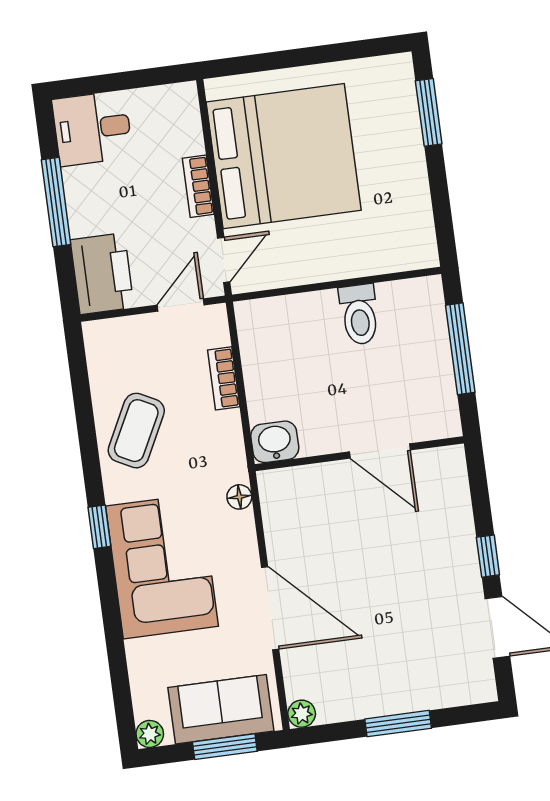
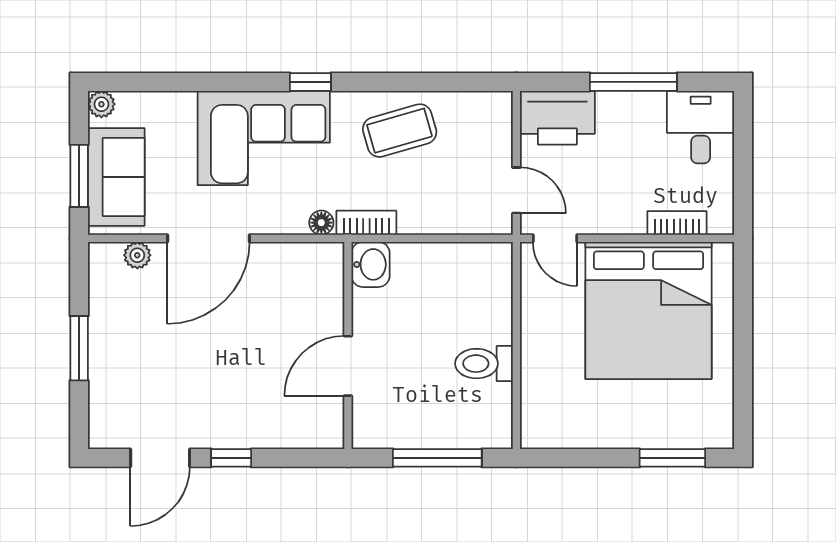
bookcase: (198, 186) -> (677, 223), moved
bookcase: (224, 378) -> (366, 223), moved
coffee table: (136, 431) -> (400, 131), turned -43
plant: (302, 714) -> (137, 255), moved

